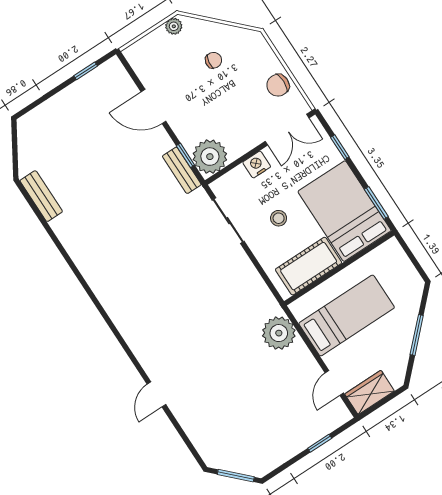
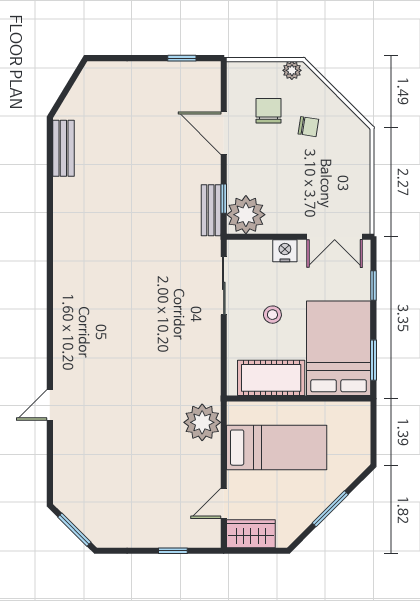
chair: (278, 85) -> (269, 111), moved, turned 90

